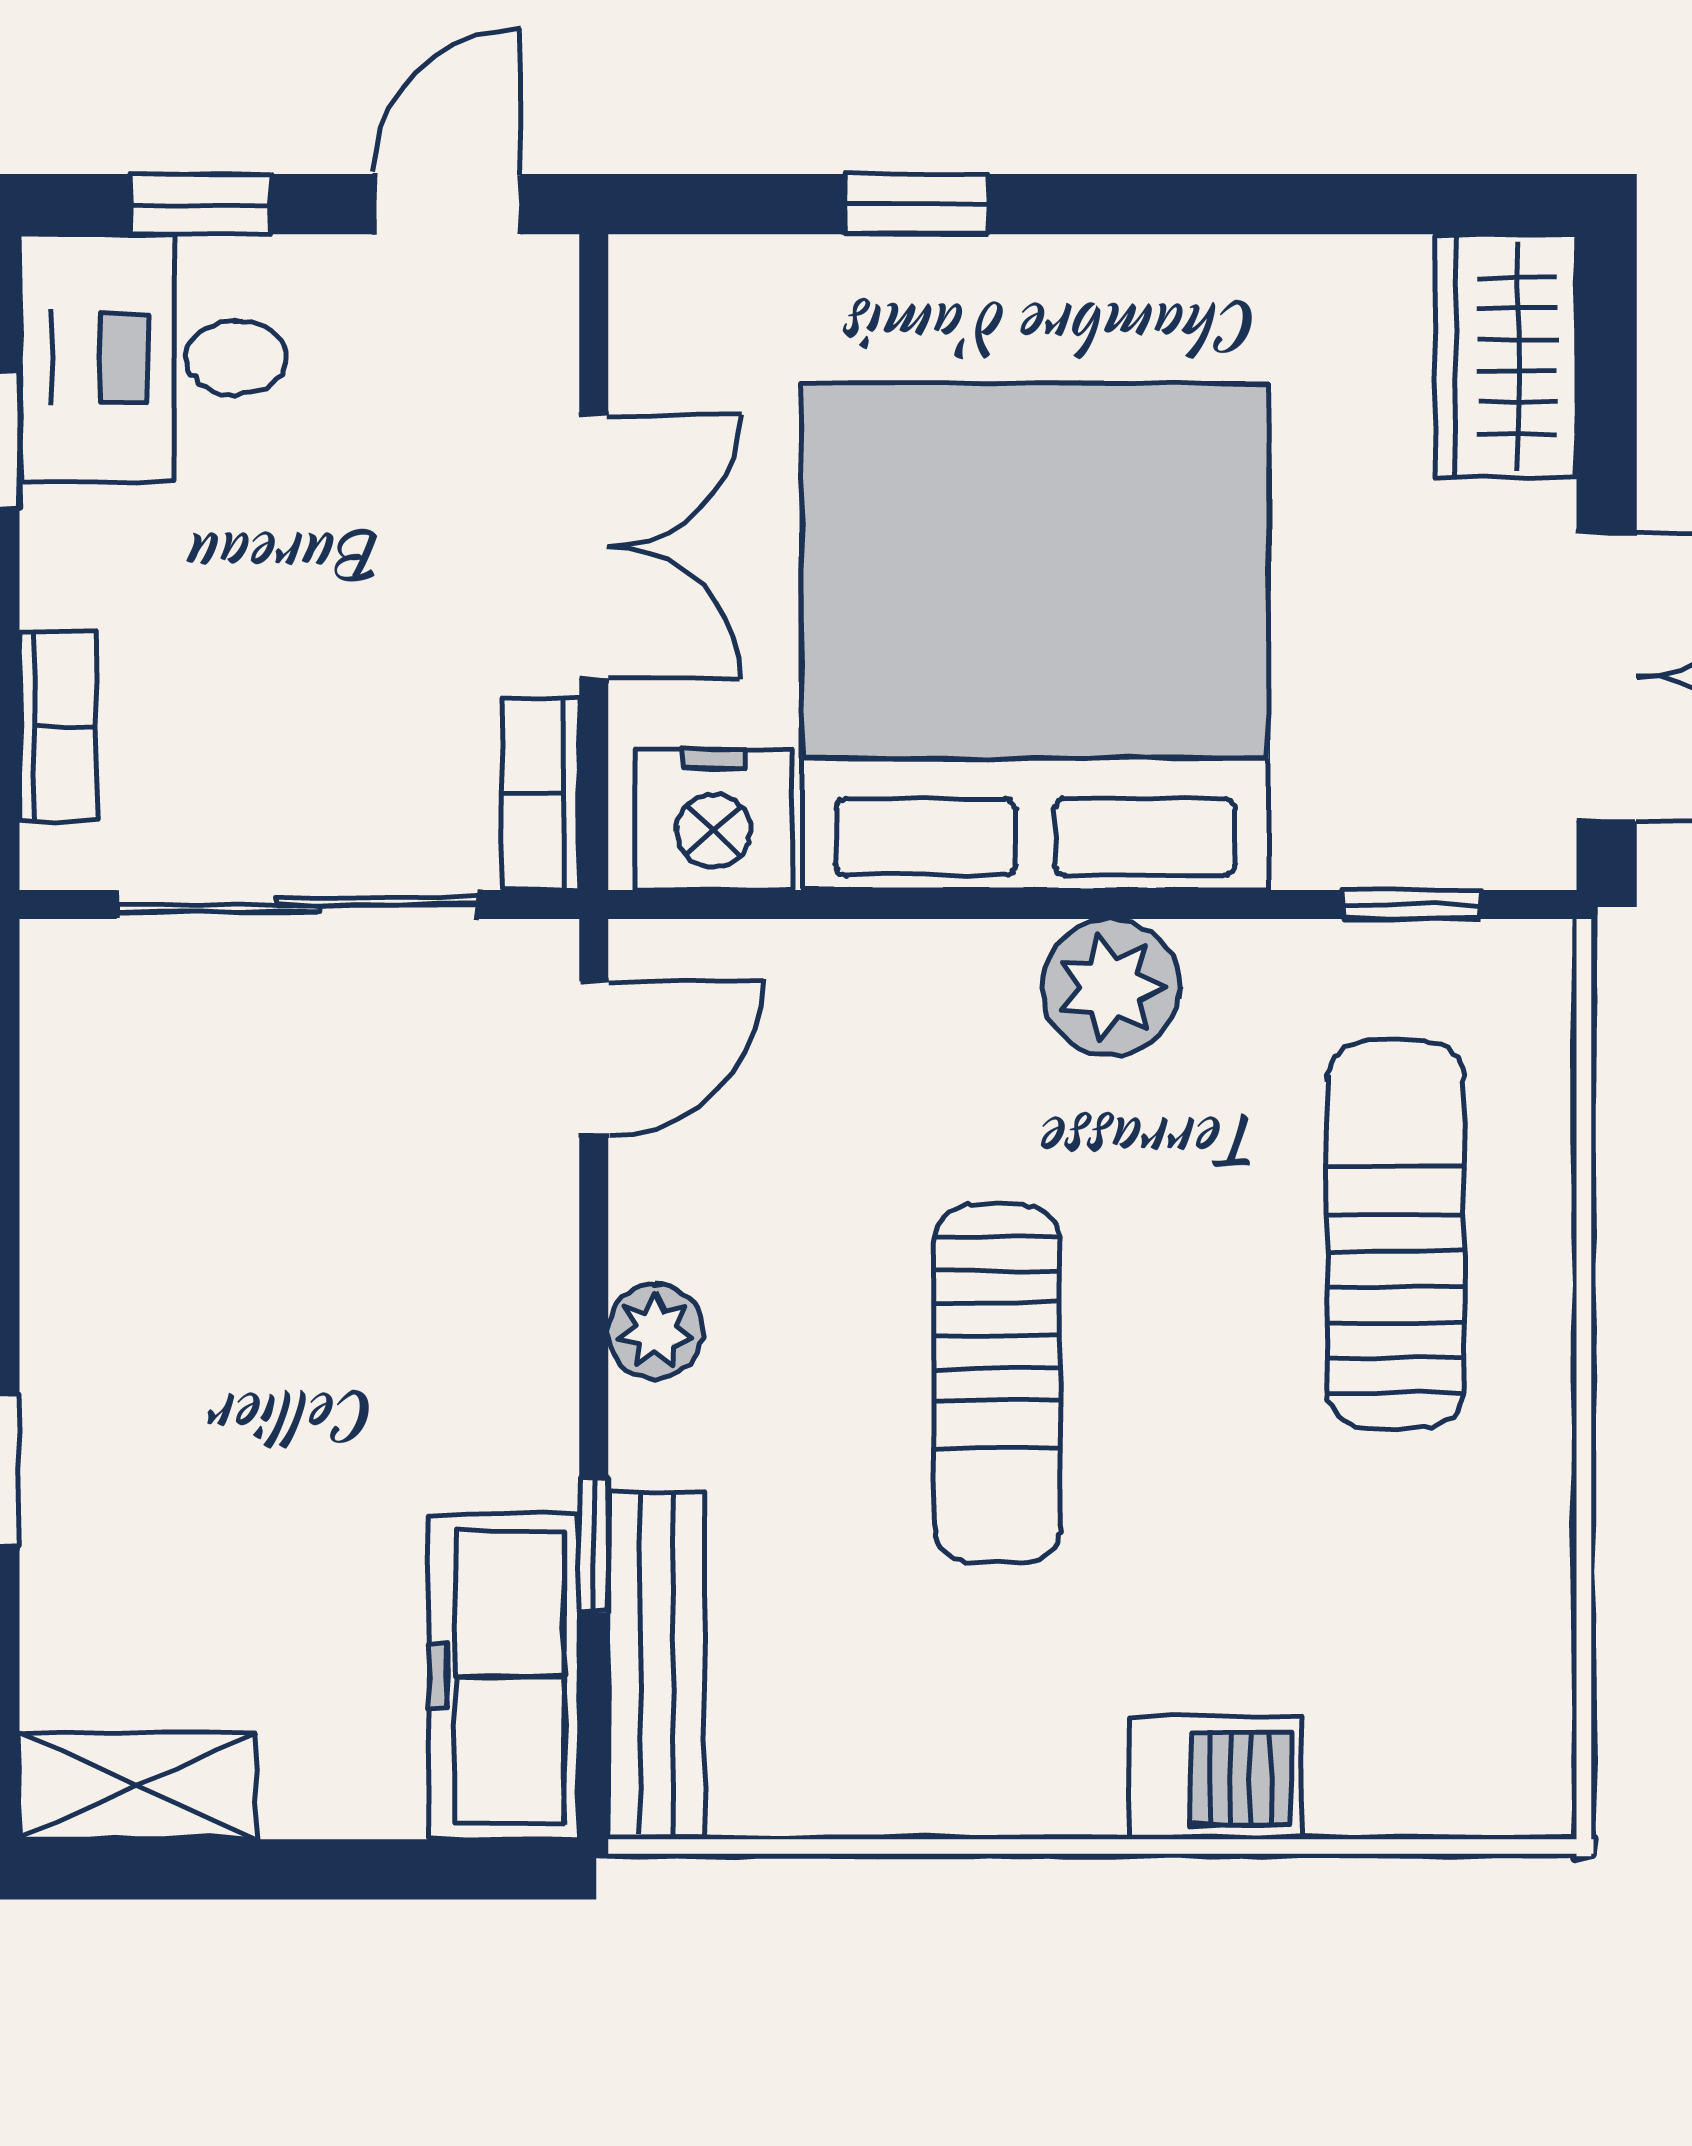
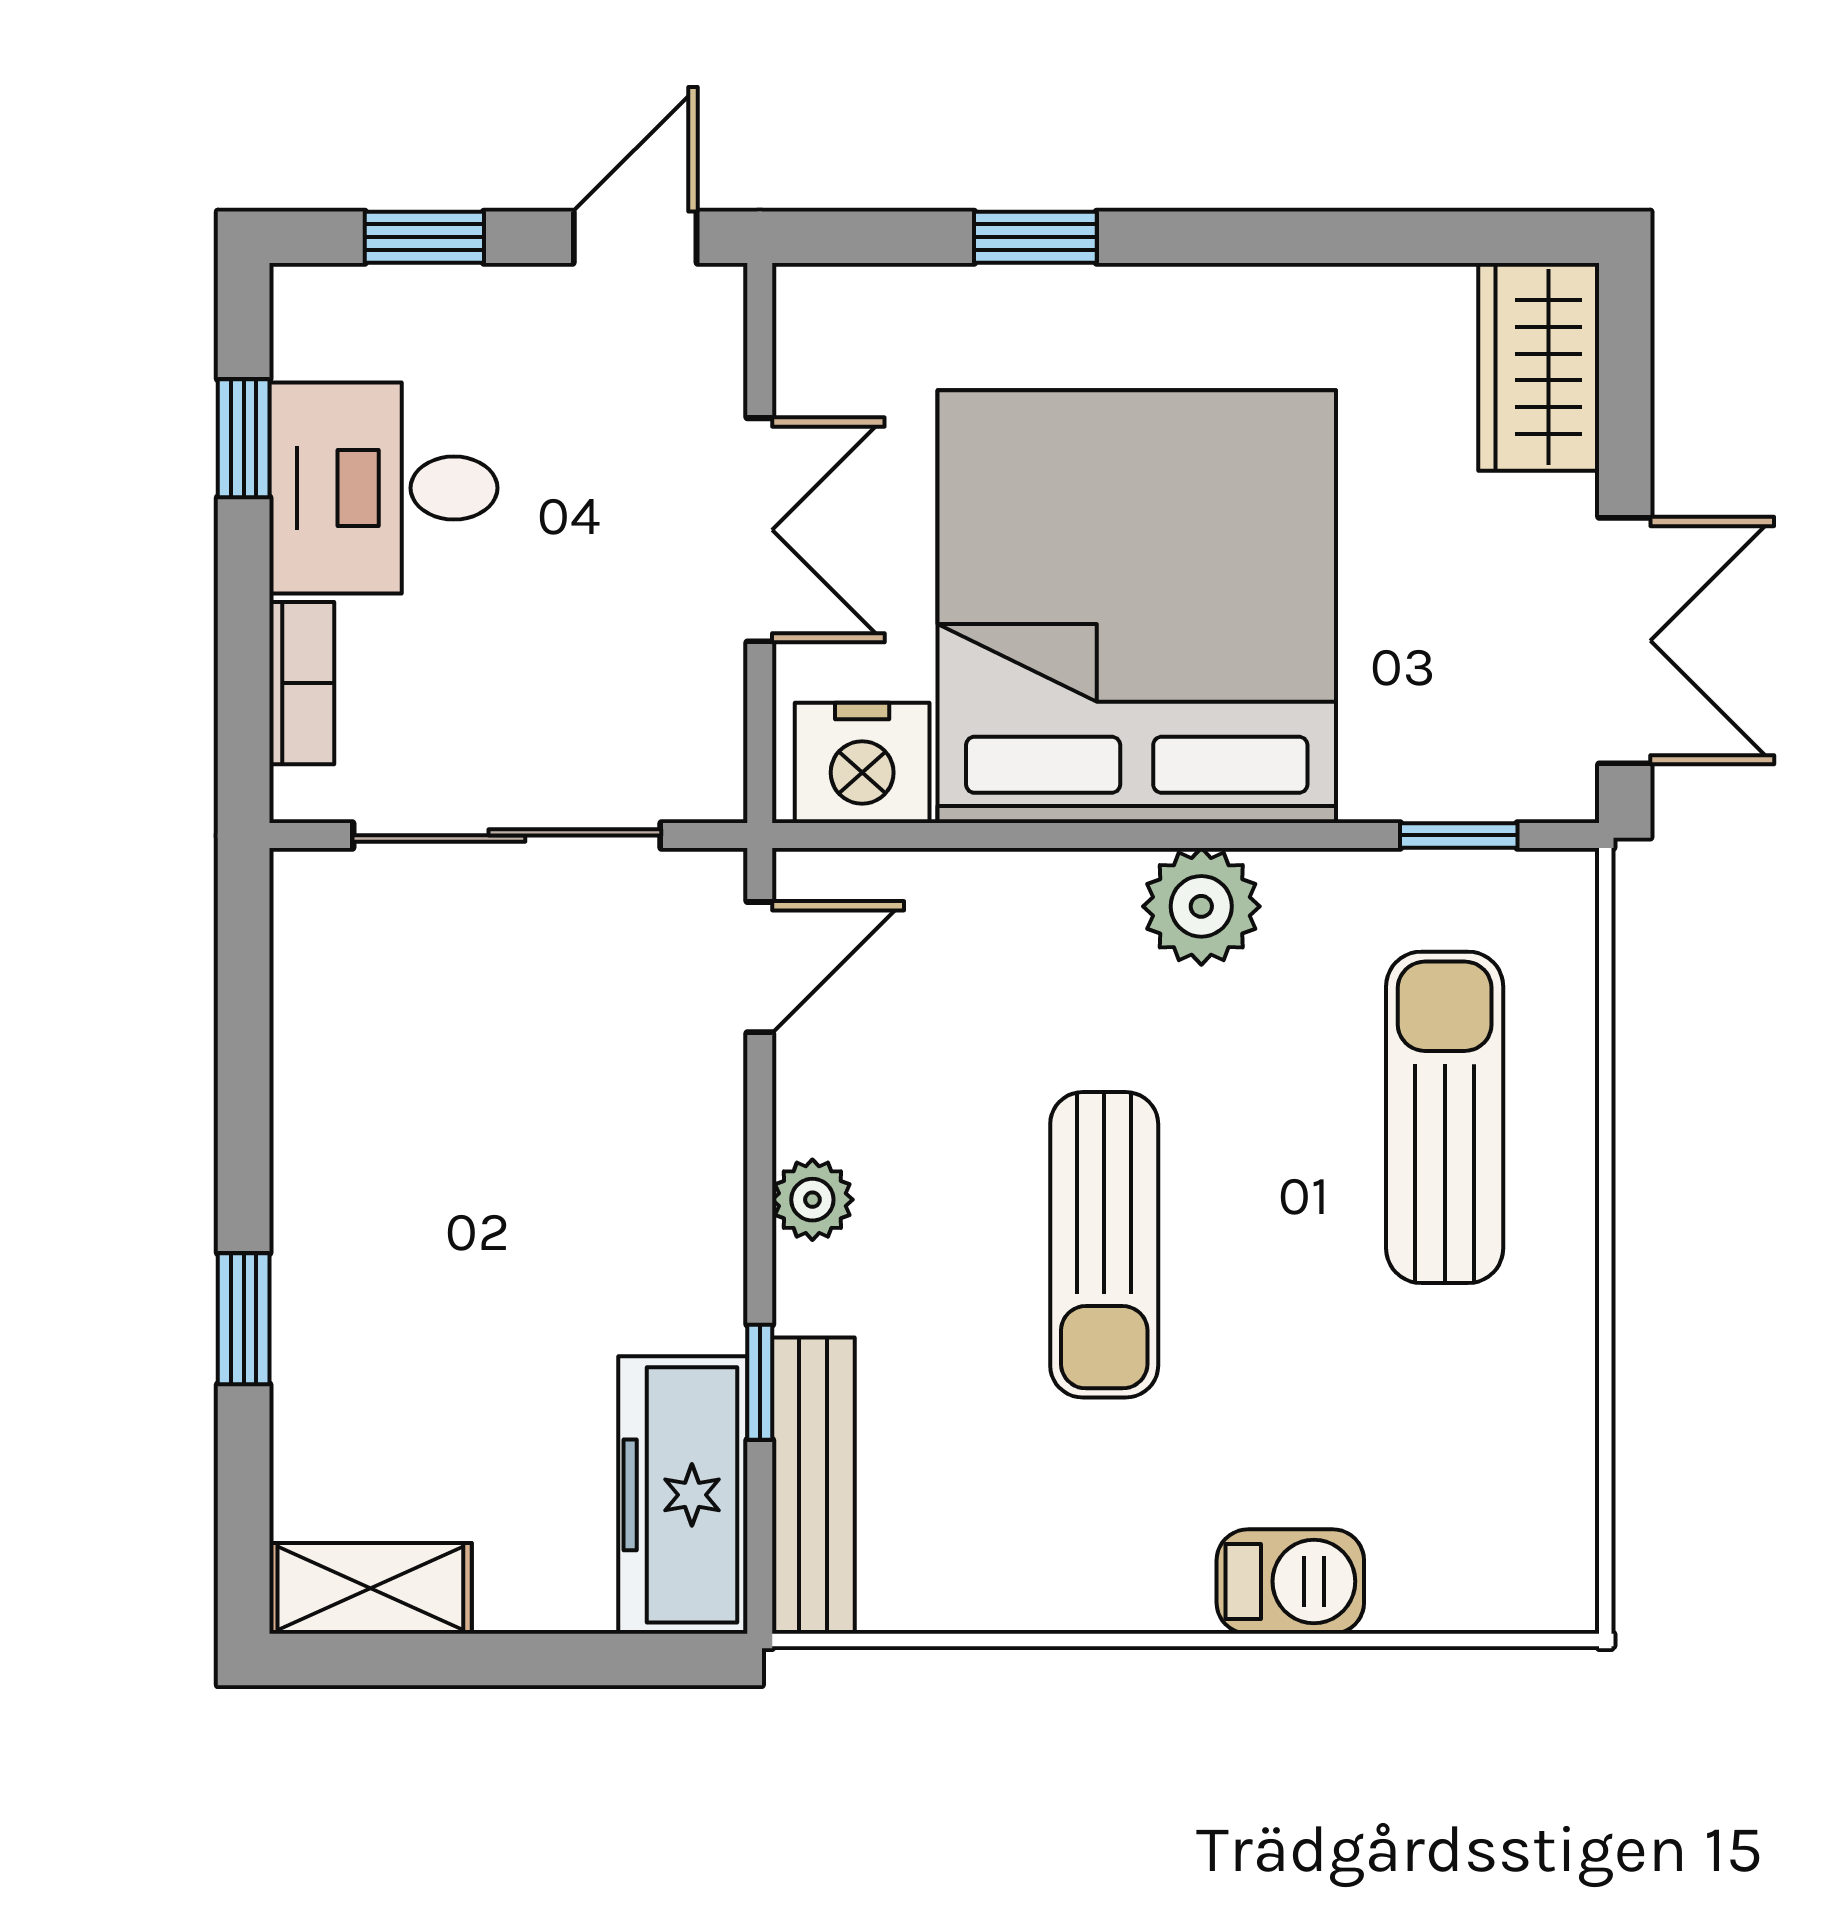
desk: (153, 358) -> (383, 488), moved
bookcase: (541, 794) -> (715, 741), removed

